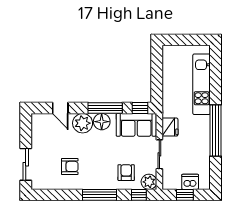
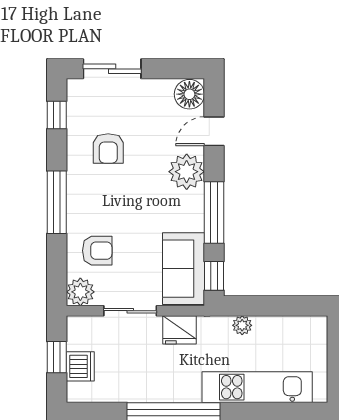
plant: (167, 92) -> (242, 325), added
floor lamp: (102, 122) -> (189, 94), moved
window: (139, 195) -> (57, 115), moved

